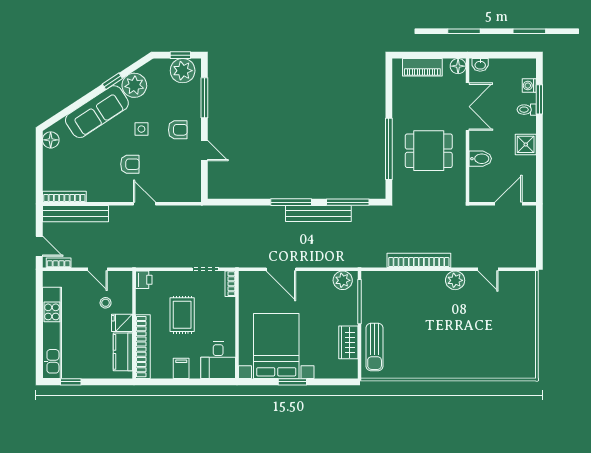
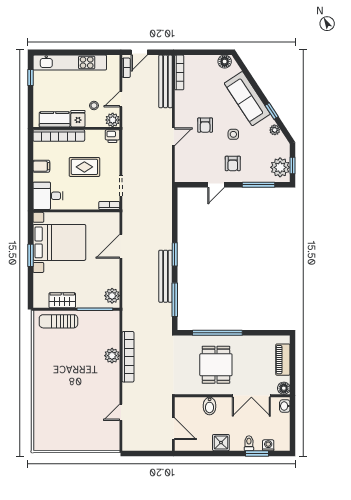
plant: (134, 85) -> (275, 130), width x0.53, depth x0.53
window: (291, 202) -> (175, 254), width x0.69
plant: (124, 280) -> (113, 120), added
plant: (455, 280) -> (112, 356), moved

